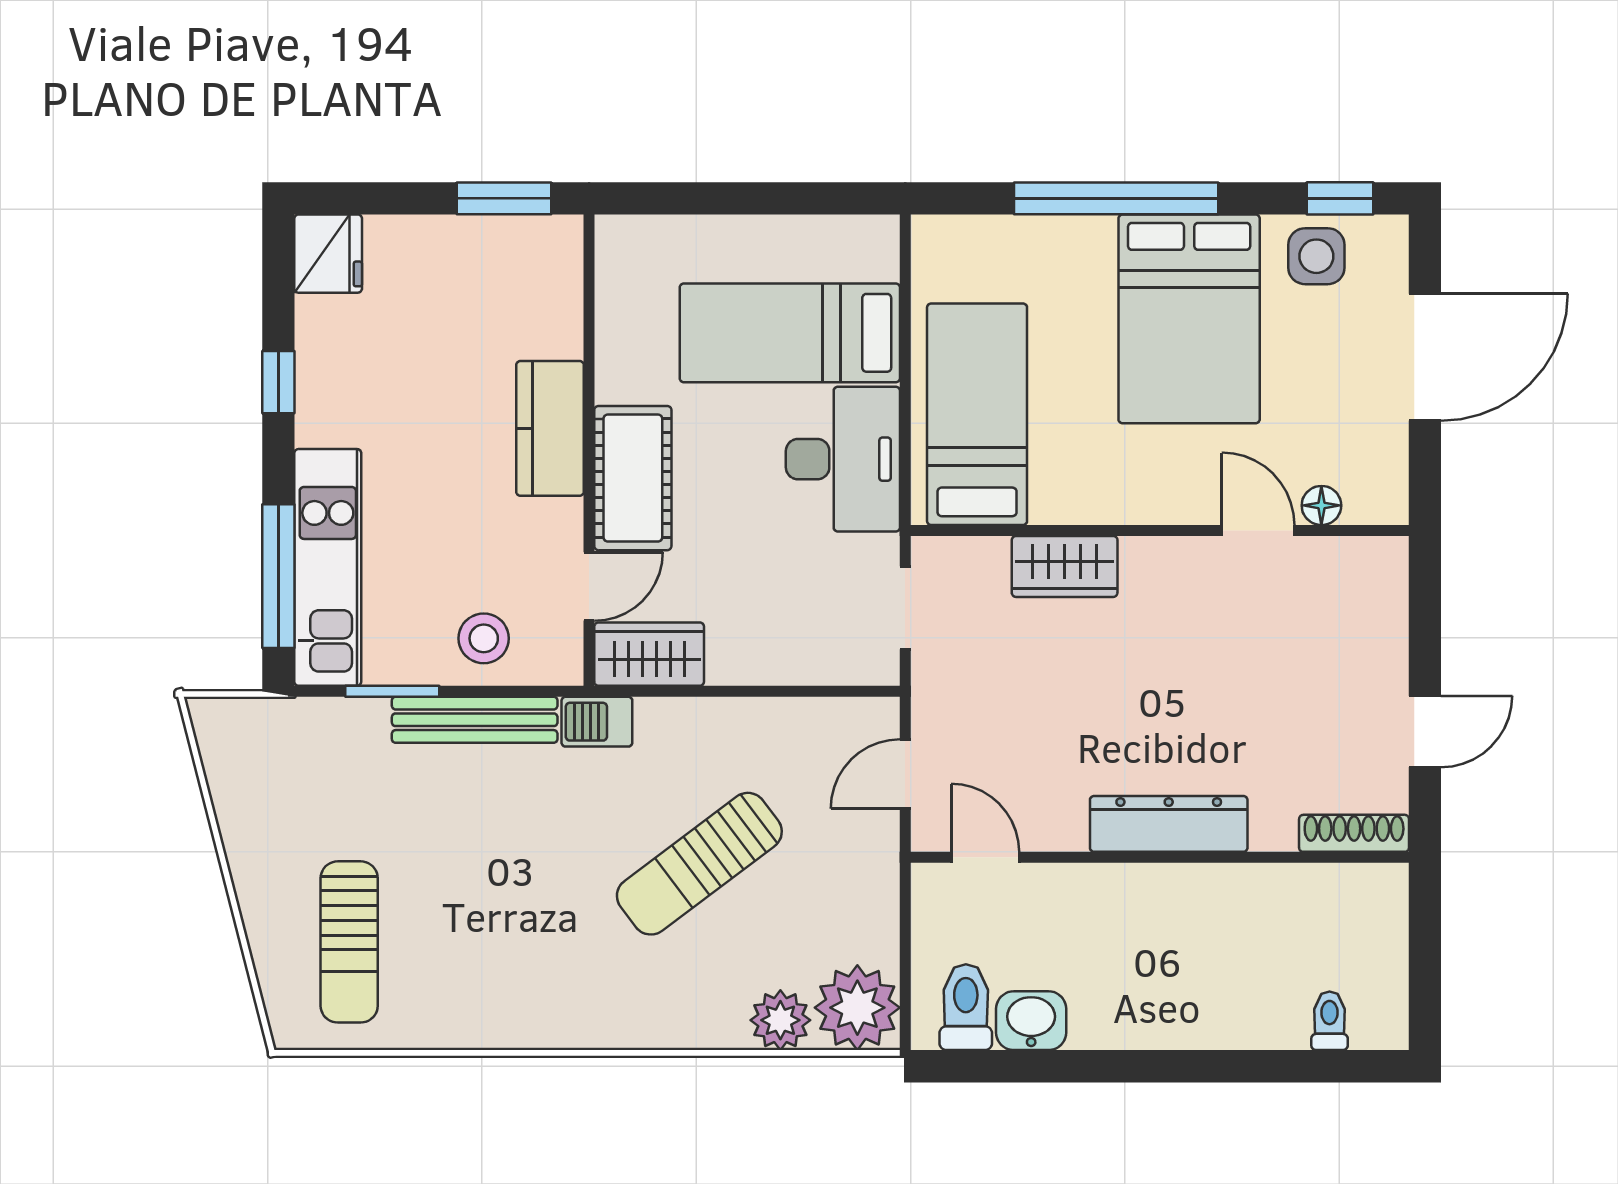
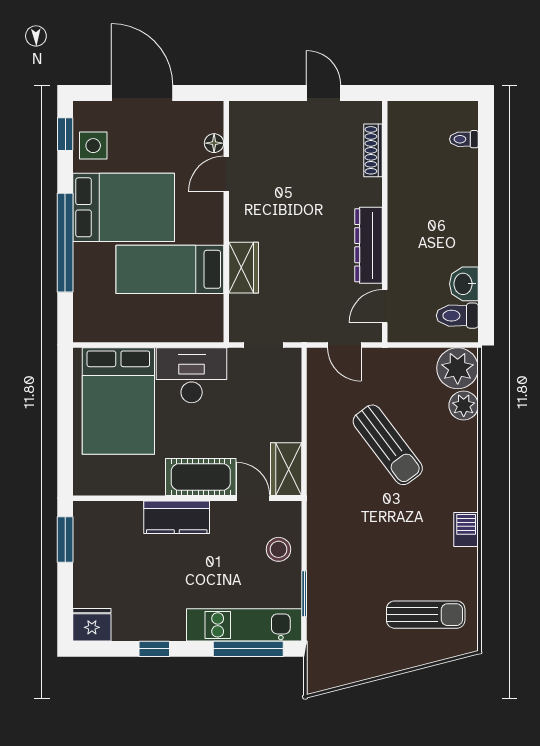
bed: (790, 333) -> (118, 401), width x1.50
bed: (977, 414) -> (170, 269), moved
bench: (475, 720) -> (318, 554), removed
barbecue: (597, 722) -> (466, 530), moved, turned 180
dresser: (1169, 824) -> (368, 245), moved
shoe rack: (1354, 833) -> (373, 150), moved

